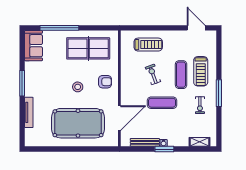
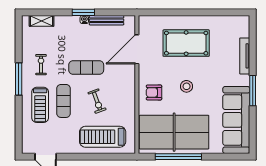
window: (59, 28) -> (178, 157), moved
treadmill: (148, 45) -> (103, 137), width x1.37, depth x1.38
sofa: (33, 46) -> (236, 120), width x1.85, depth x1.27
table tennis table: (88, 48) -> (174, 132), width x1.36, depth x1.32
treadmill: (201, 71) -> (40, 105), turned 180
pool table: (78, 123) -> (186, 43), width x0.73, depth x0.76

